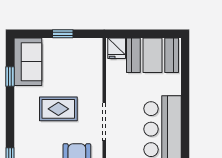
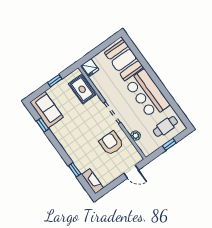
booth: (152, 55) -> (124, 60), moved, turned 90
rug: (58, 109) -> (82, 89), moved, turned 90

